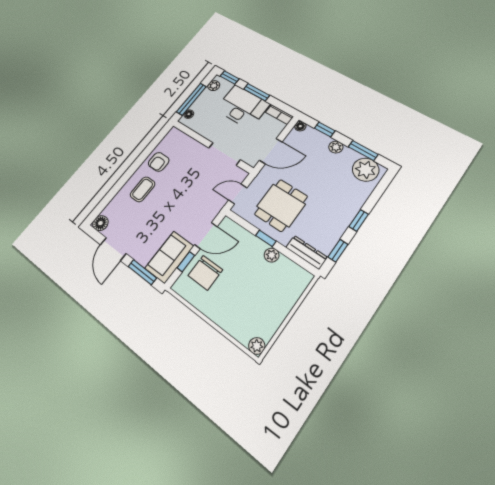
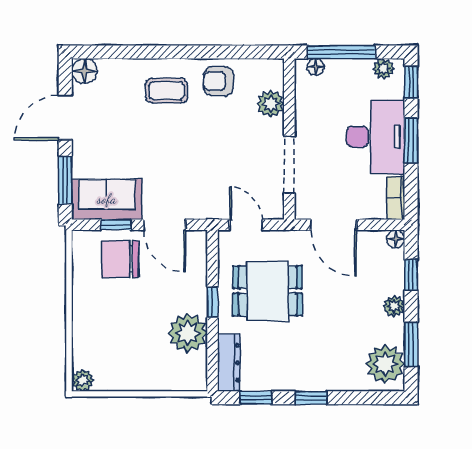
plant: (189, 145) -> (271, 104), added
plant: (272, 255) -> (188, 333), width x1.88, depth x1.88

